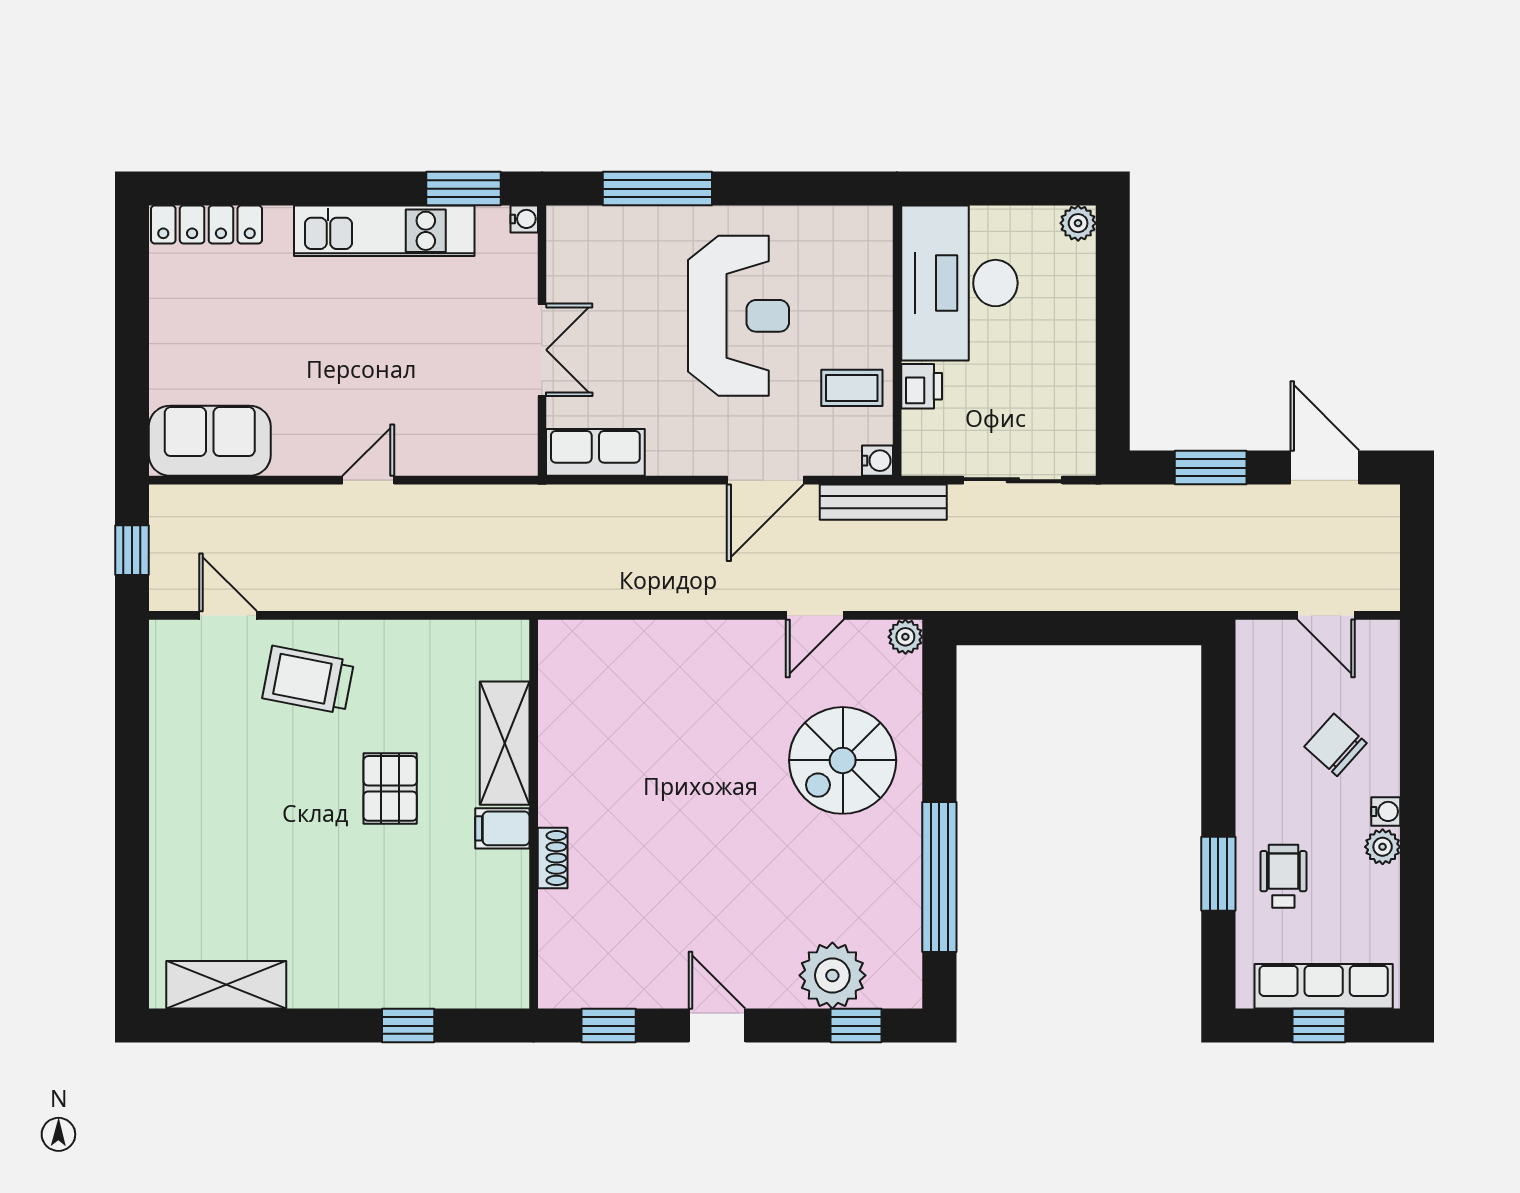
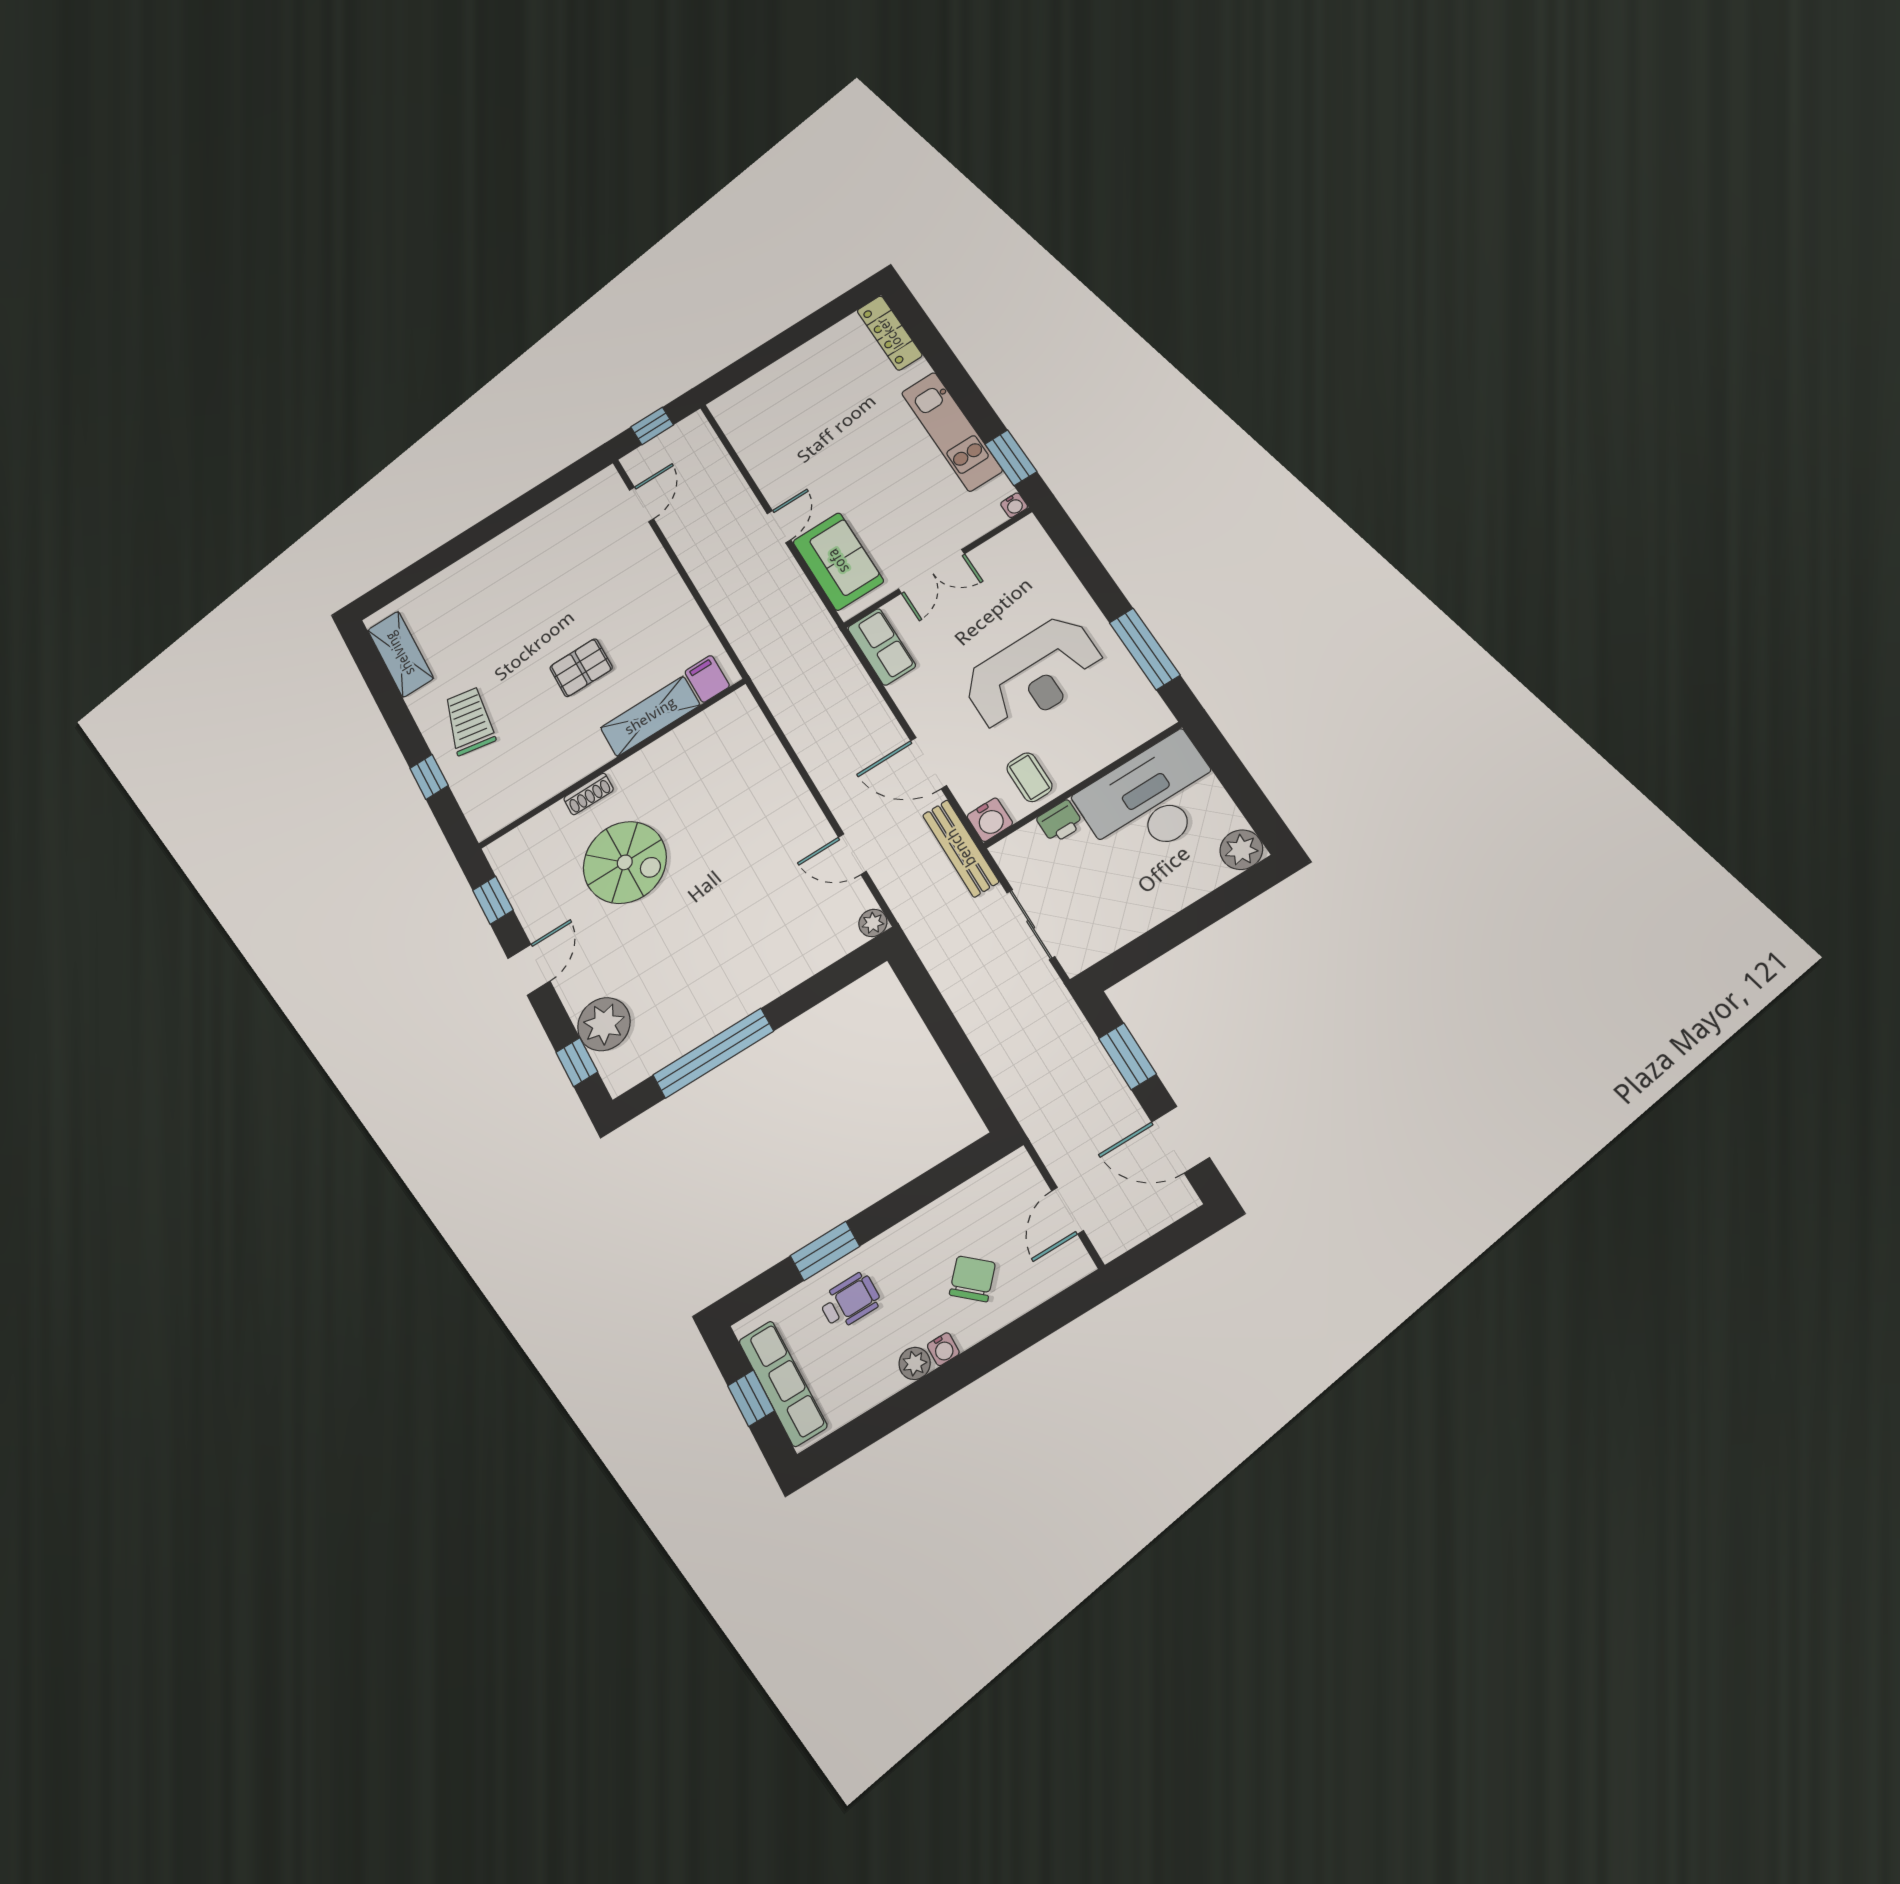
window: (657, 189) -> (1145, 649), moved
plant: (1078, 223) -> (1241, 850), width x1.38, depth x1.38
sofa: (210, 441) -> (838, 561), moved
water cooler: (878, 461) -> (990, 820), width x1.38, depth x1.38
door: (1325, 468) -> (1180, 1140), swing flipped
door: (368, 480) -> (779, 527), hinge flipped
trolley: (308, 680) -> (469, 721), moved
spiral stairs: (843, 760) -> (625, 862), moved, turned 180
filing cabinet: (502, 828) -> (707, 679), moved

